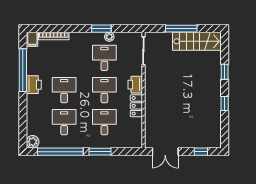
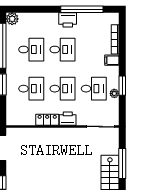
filing cabinet: (32, 39) -> (112, 60), moved

